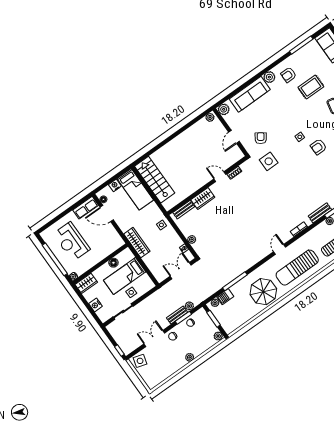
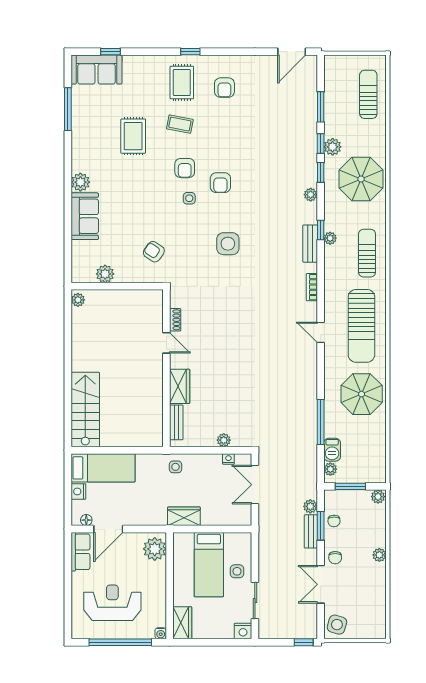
armchair: (289, 75) -> (185, 168), moved
sofa: (250, 94) -> (85, 216), width x0.73
plant: (224, 109) -> (105, 274), moved
door: (234, 137) -> (127, 286), removed
side table: (269, 161) -> (228, 244), moved
door: (220, 177) -> (166, 343), swing flipped
stairs: (155, 180) -> (85, 410), moved, turned 90
reception desk: (72, 242) -> (112, 603), turned 180
wardrobe: (137, 243) -> (184, 516), width x0.67
plant: (113, 244) -> (155, 549), added
floor lamp: (113, 263) -> (180, 567), removed
nightstand: (95, 305) -> (243, 631), moved

